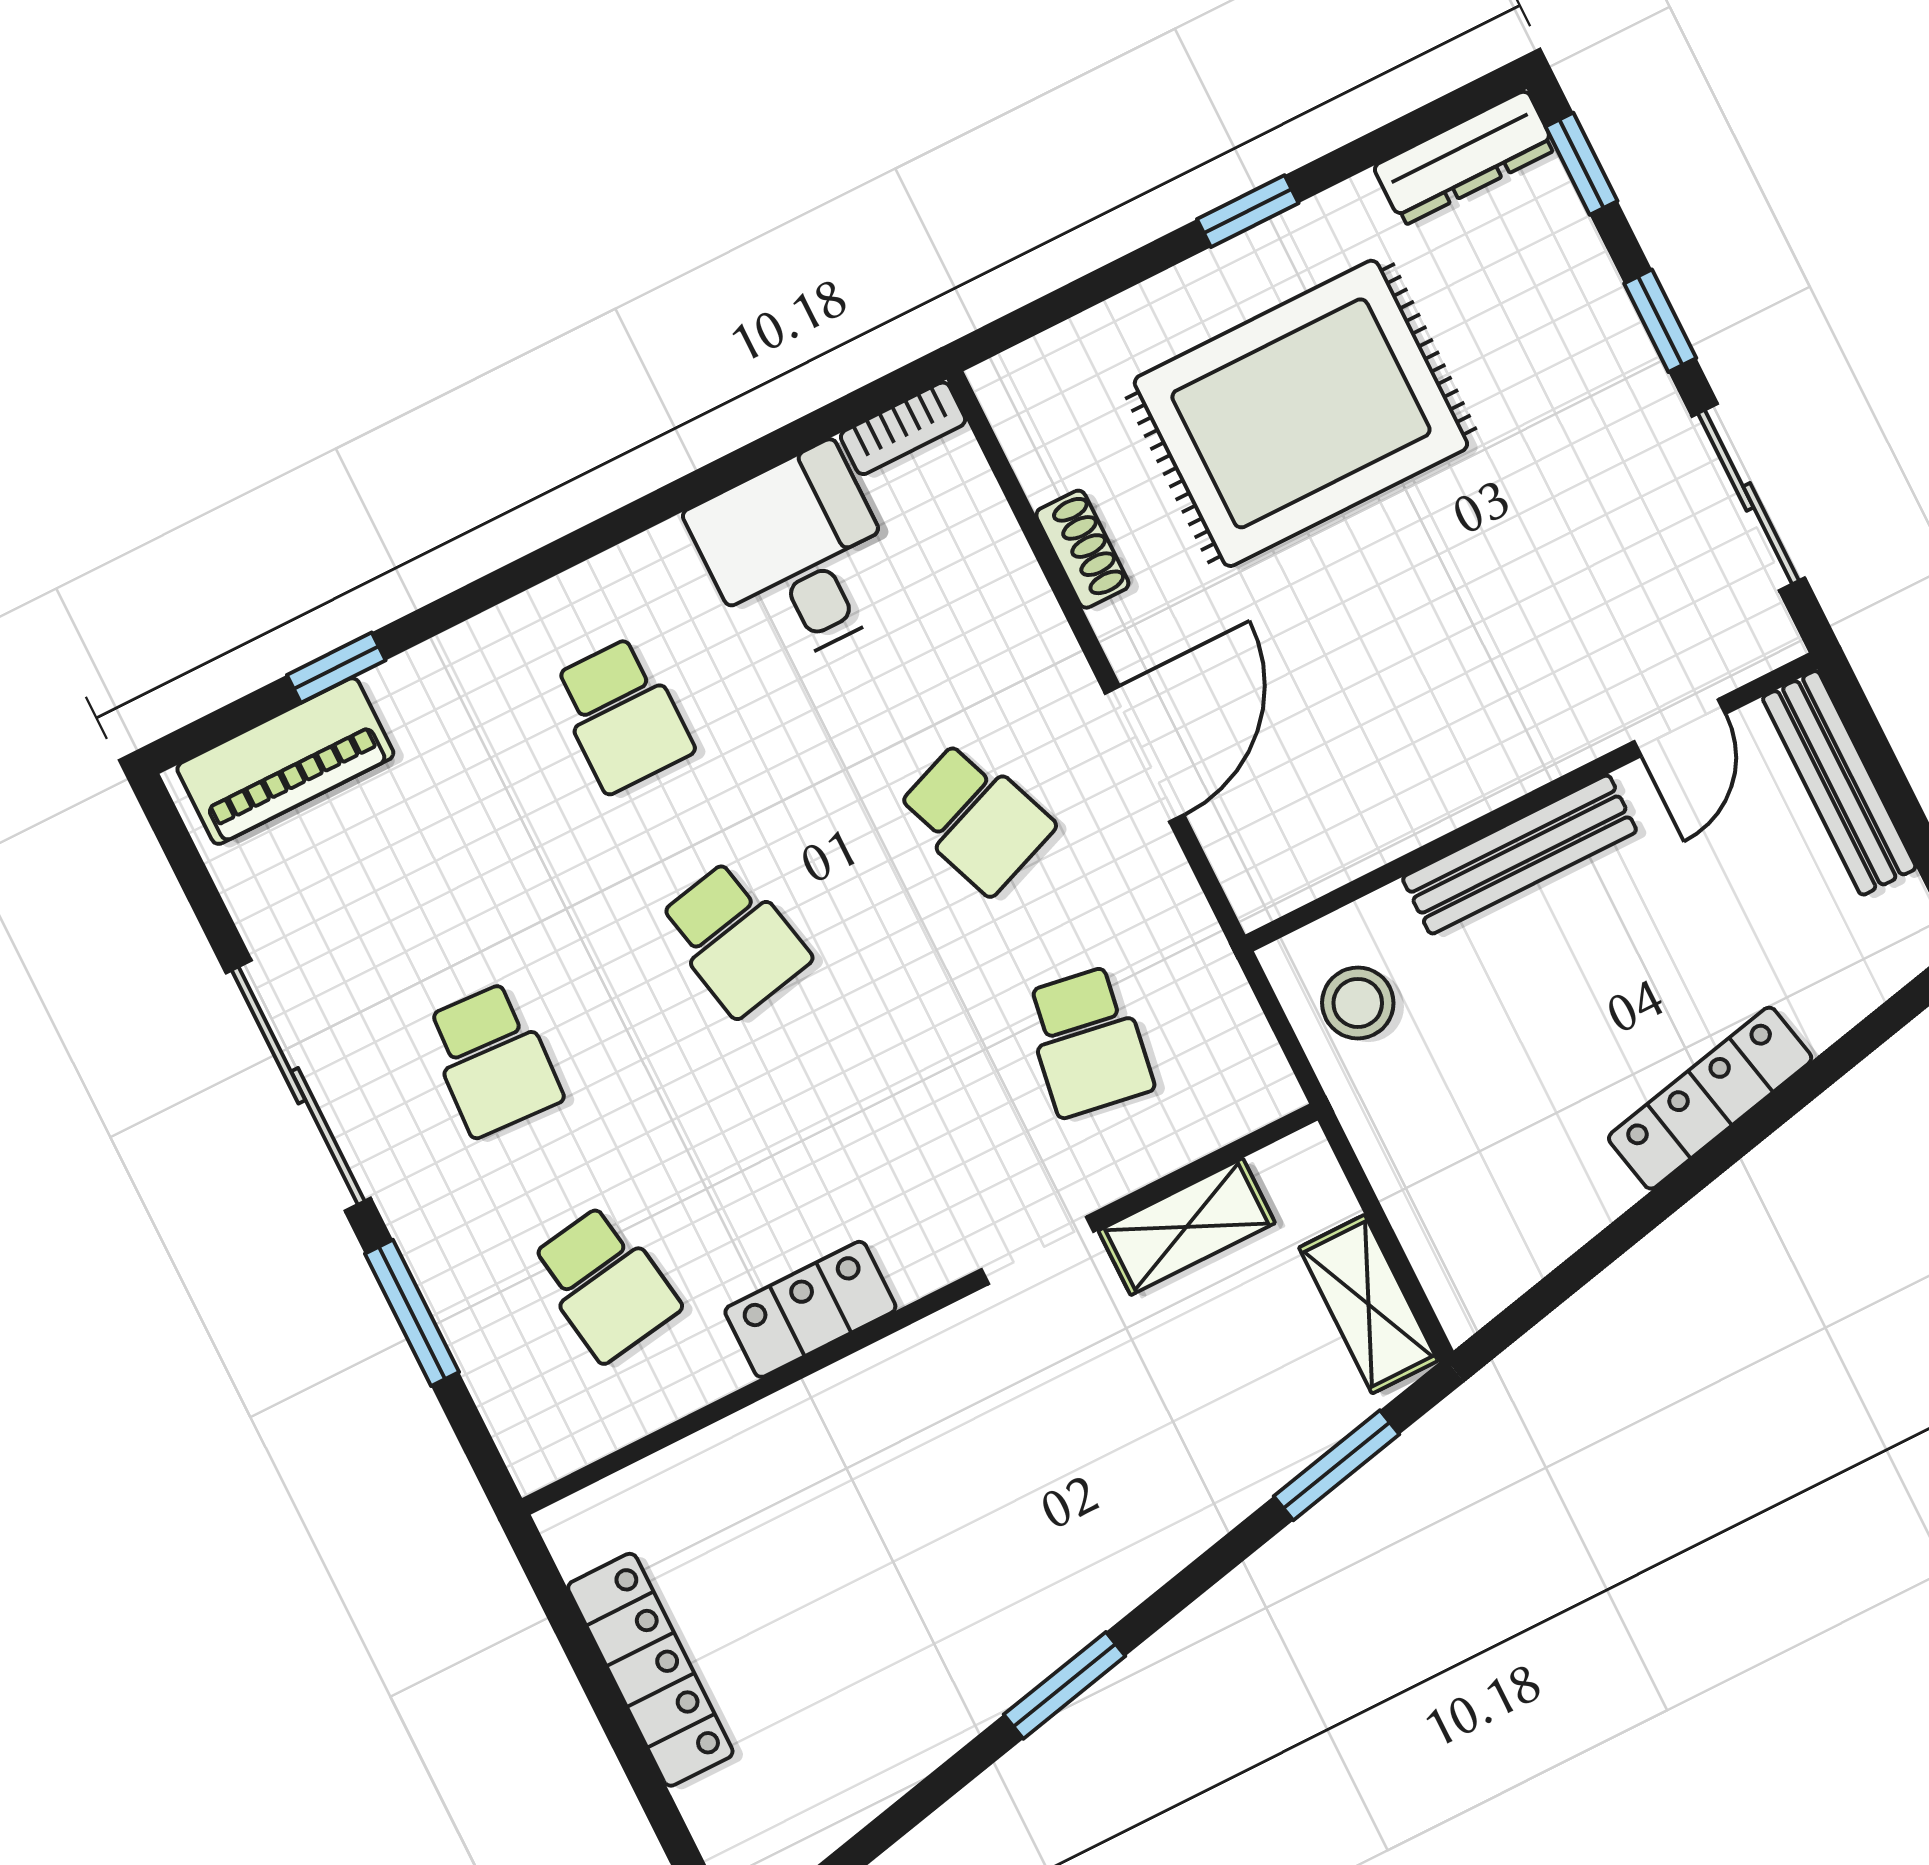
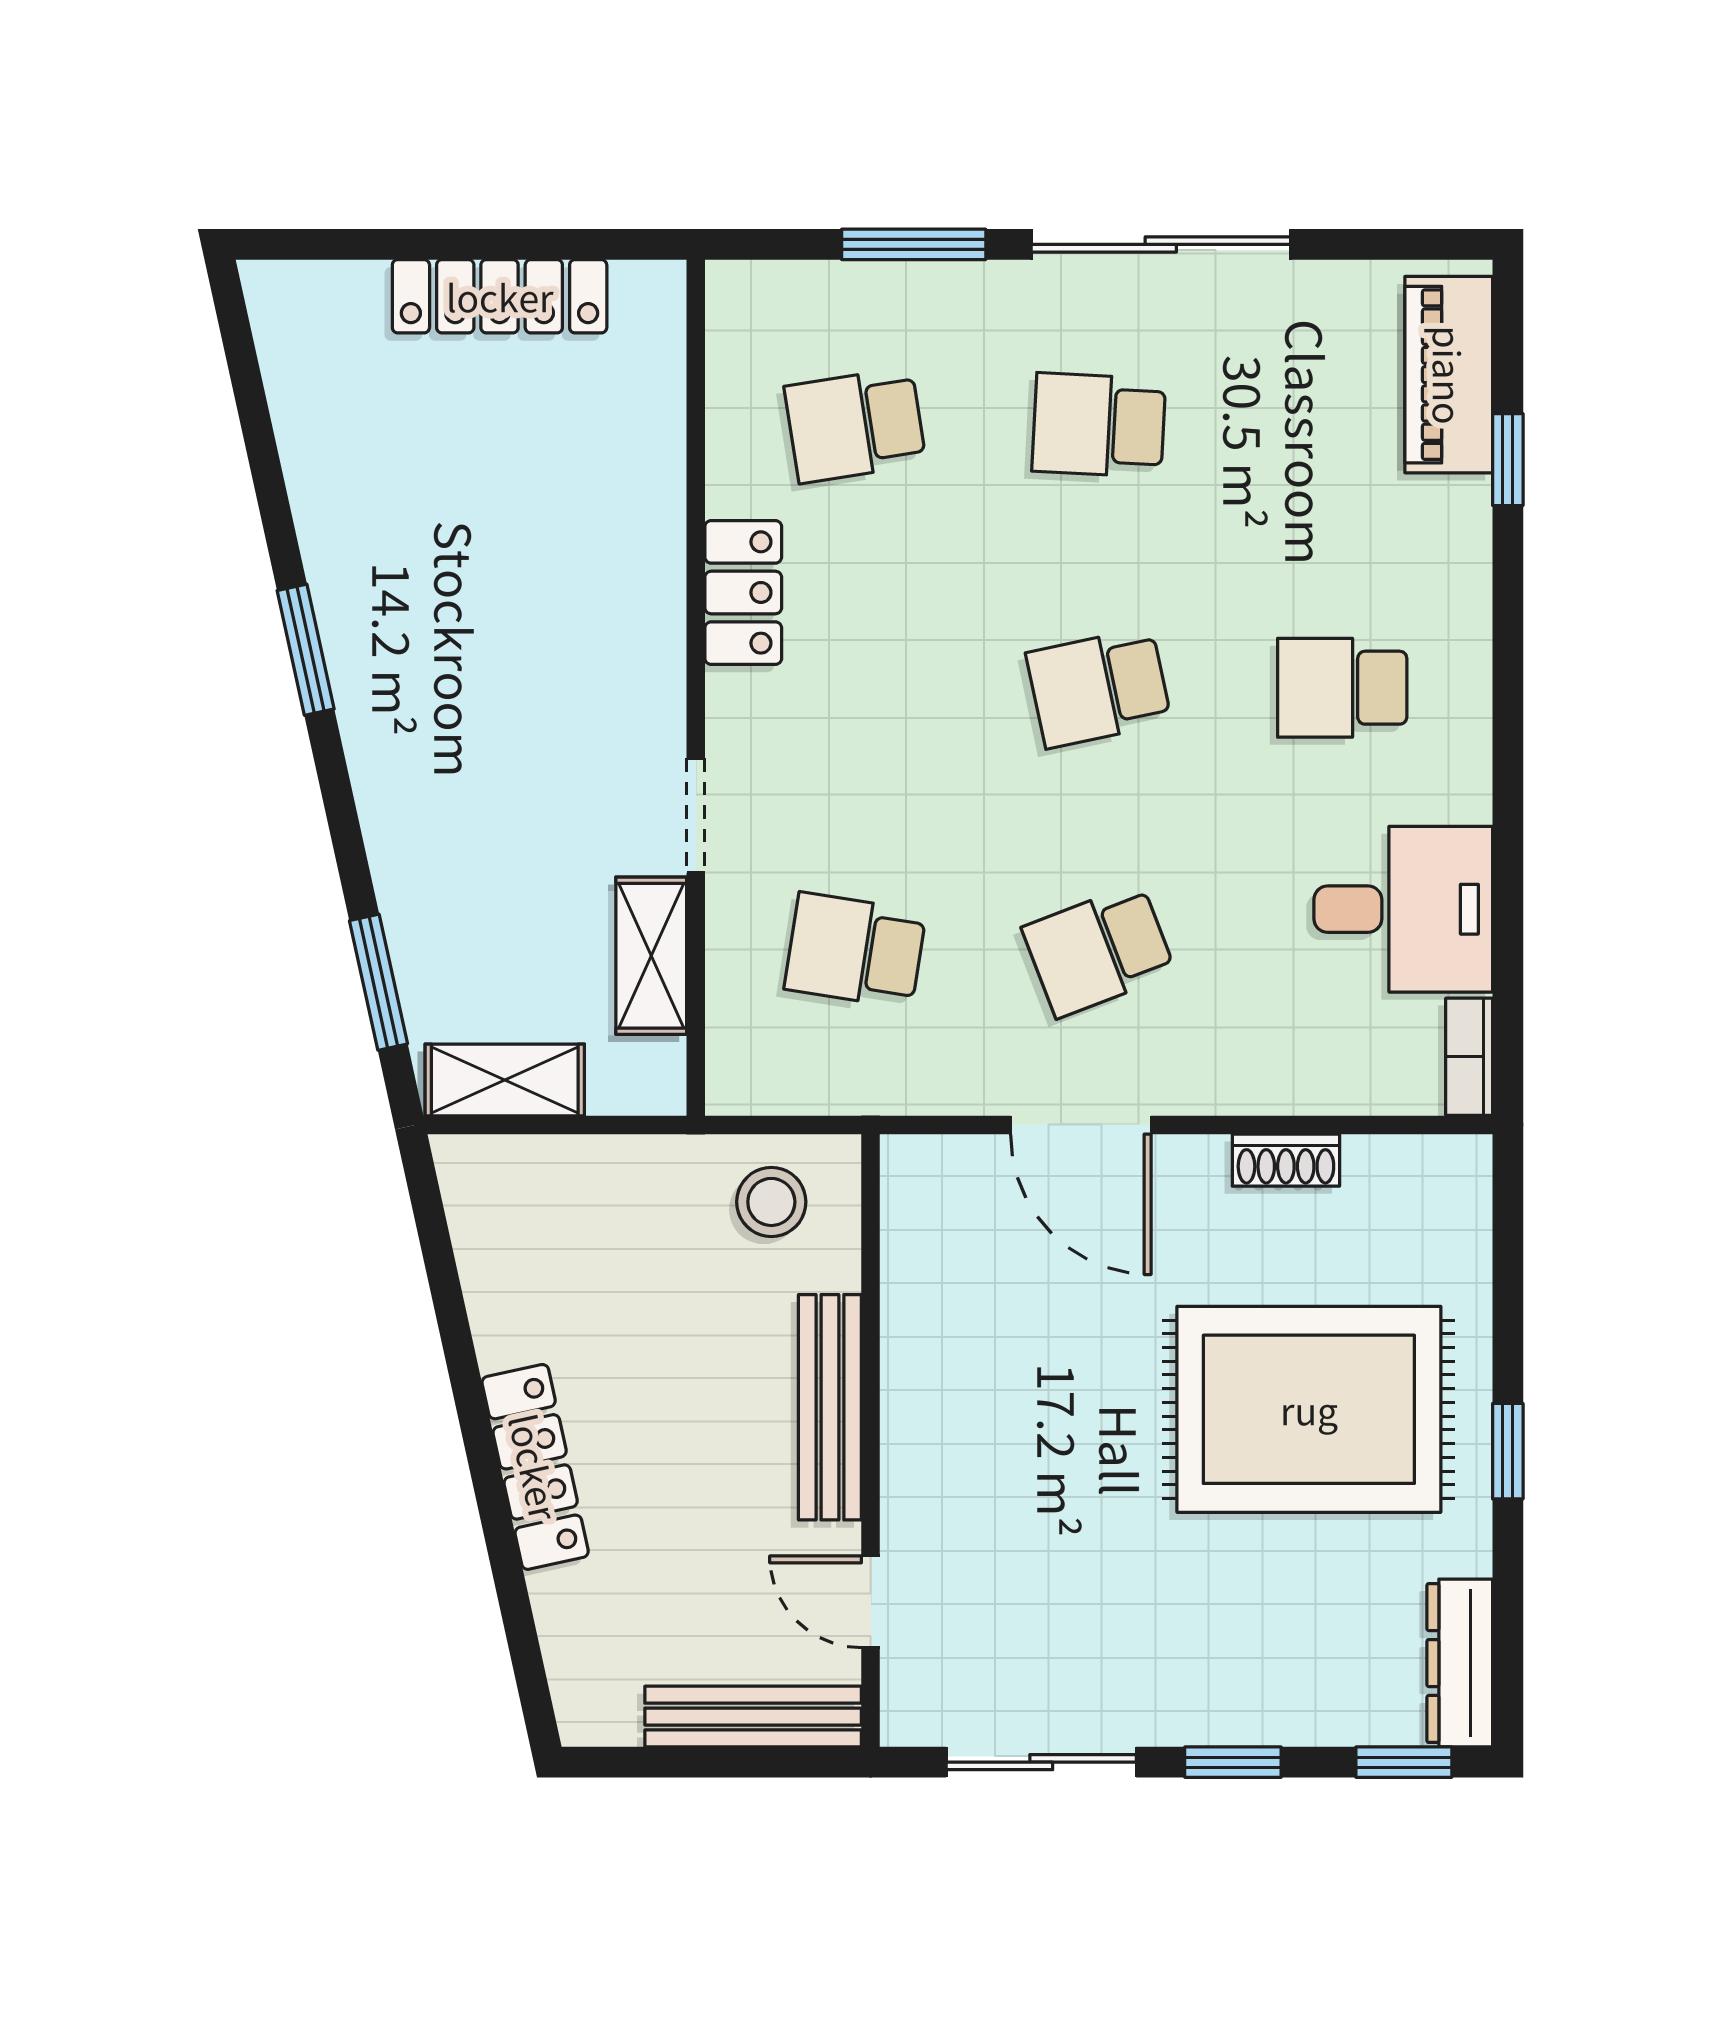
rug: (1301, 413) -> (1309, 1409), turned 90

